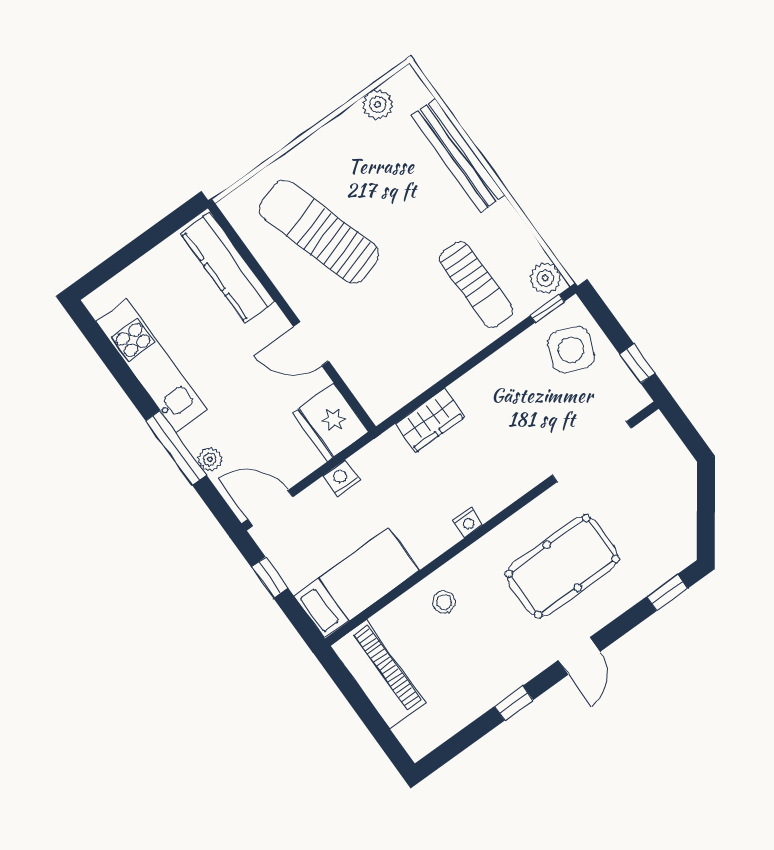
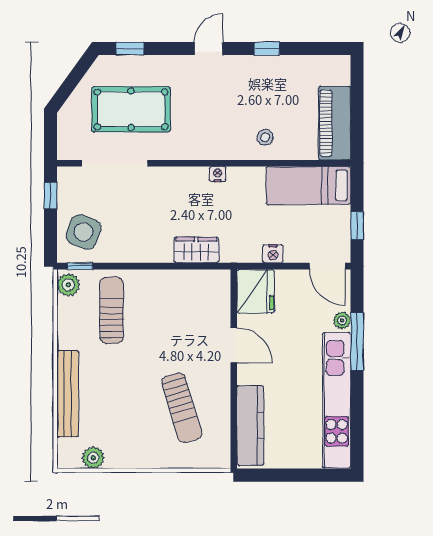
sun lounger: (319, 232) -> (182, 408), width x0.73, depth x0.75
kitchen unit: (152, 366) -> (337, 400), width x1.36
pool table: (562, 566) -> (131, 109), moved

